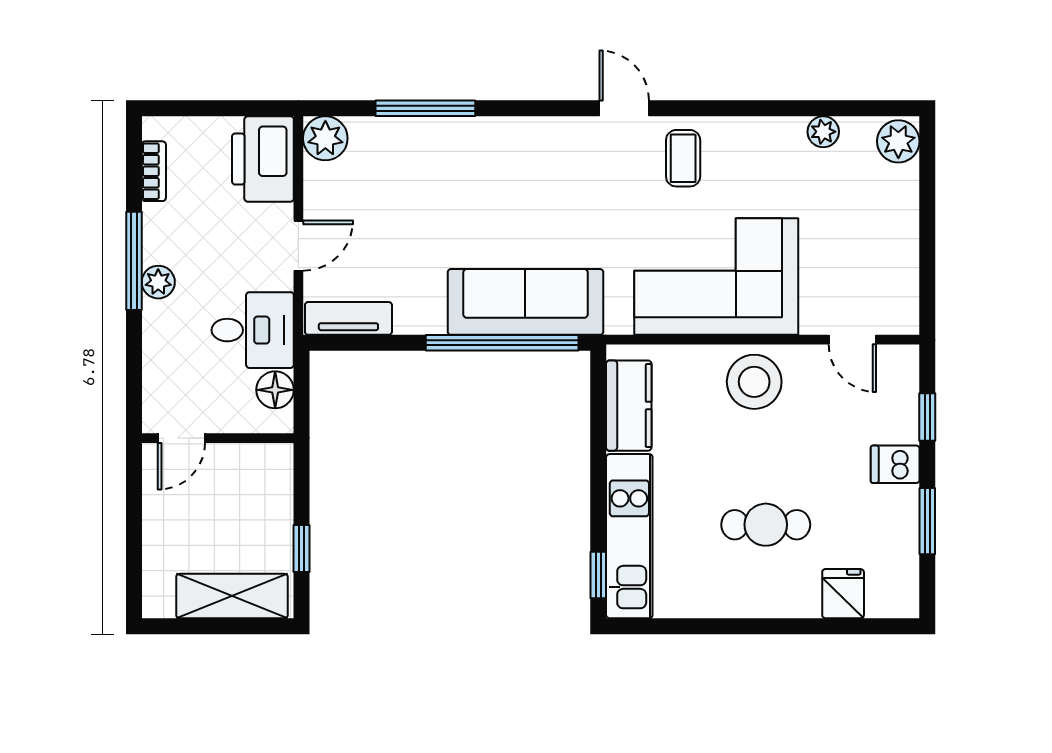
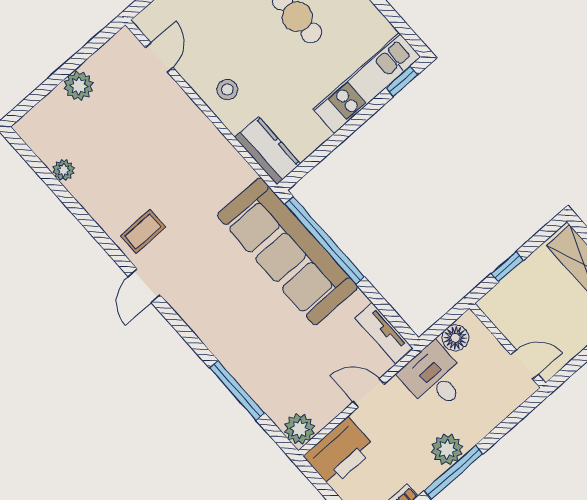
plant: (898, 141) -> (79, 86), moved
corner sofa: (716, 277) -> (190, 159), removed
plant: (158, 282) -> (447, 449), width x1.38, depth x1.38
sofa: (525, 302) -> (287, 251), width x1.36, depth x1.27
stool: (754, 382) -> (227, 90), width x0.53, depth x0.53
kitchen counter: (629, 406) -> (268, 151), moved, turned 90
window: (302, 549) -> (507, 267), moved

